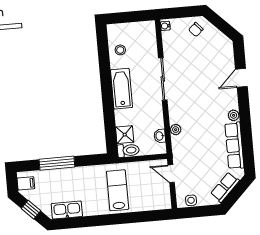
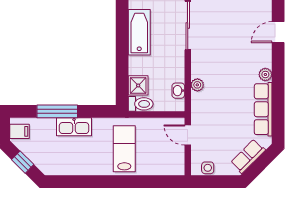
kitchen sink: (67, 210) -> (74, 127), moved, turned 180

